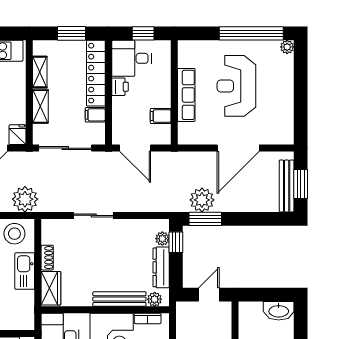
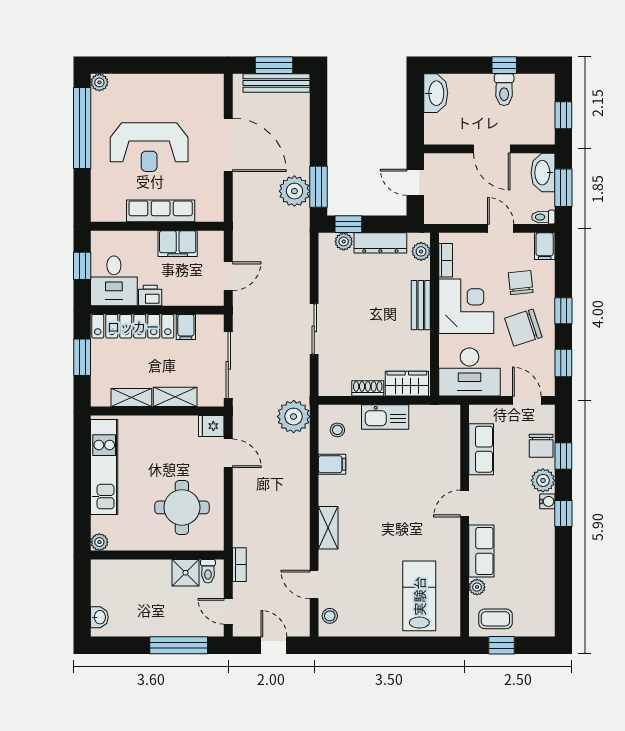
filing cabinet: (161, 116) -> (178, 244), width x2.00
door: (135, 148) -> (228, 276), width x0.73
stool: (14, 234) -> (337, 430), width x0.53, depth x0.53
bench: (119, 299) -> (421, 305), width x0.73

